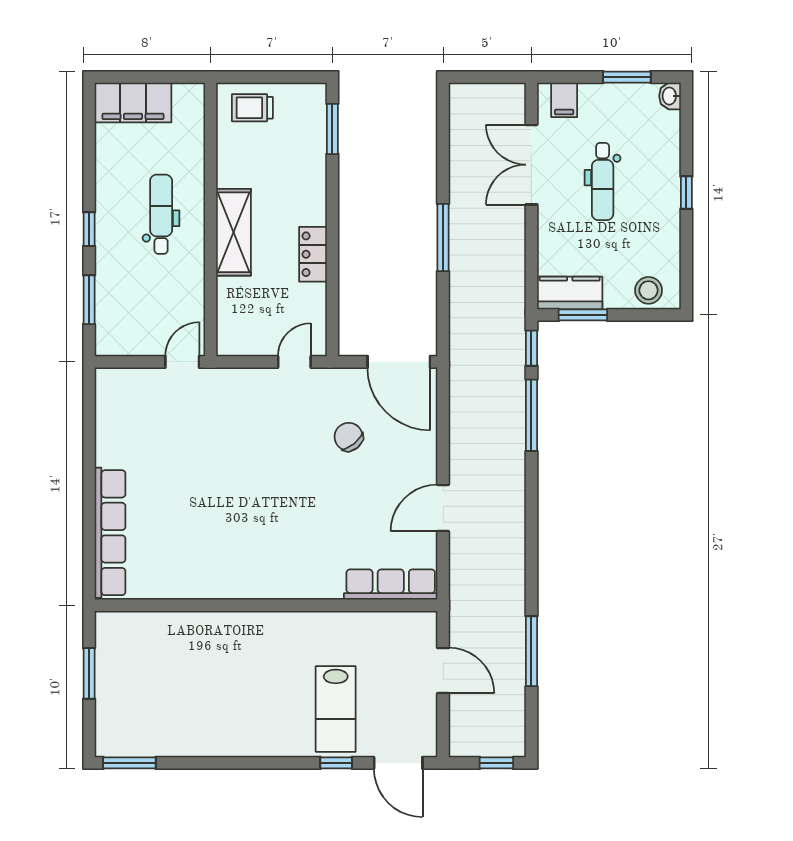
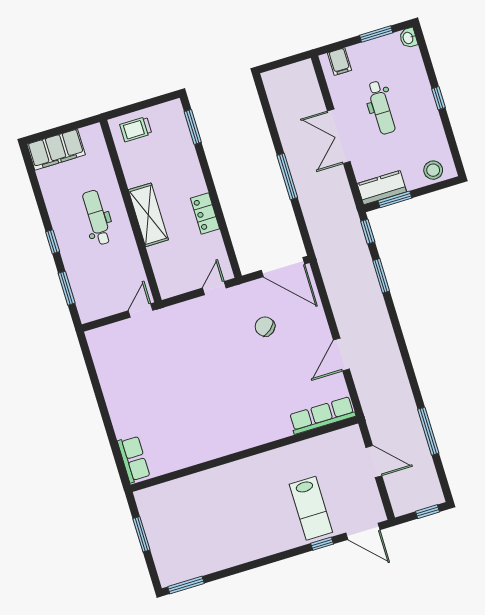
double door: (531, 165) -> (339, 136), moved
window: (531, 415) -> (381, 276), width x0.69
row of seats: (110, 533) -> (134, 459), width x0.50

